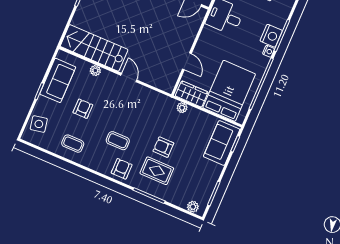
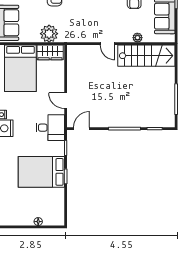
door: (187, 61) -> (66, 101), moved
plant: (182, 108) -> (49, 34), width x1.87, depth x1.87

